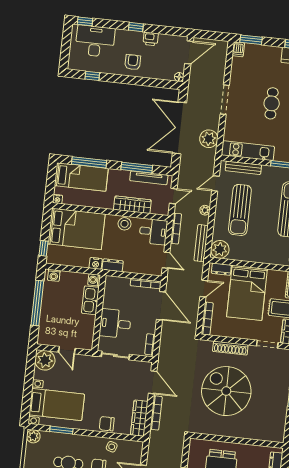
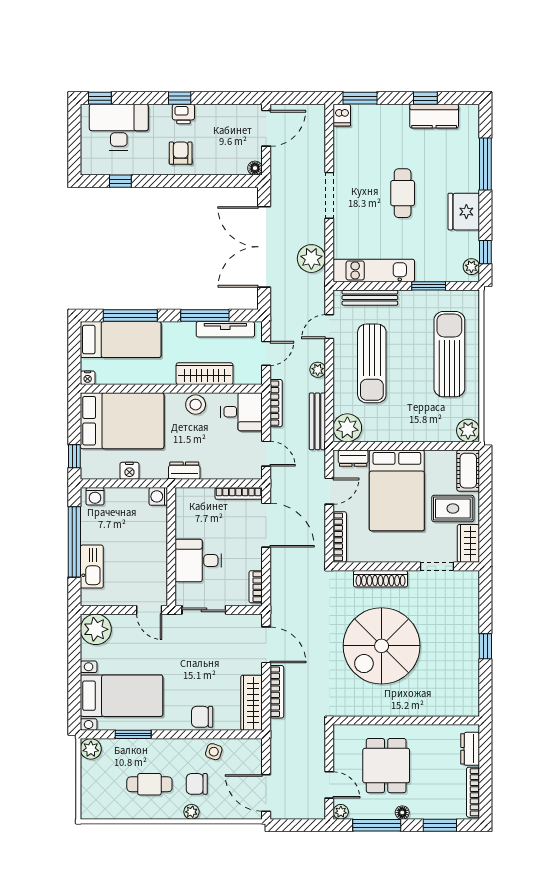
printer: (151, 39) -> (183, 114), moved
nightstand: (96, 263) -> (129, 471), moved
kitchen sink: (90, 300) -> (92, 567), moved, turned 180
door: (67, 350) -> (149, 610), moved
spiral stairs: (226, 391) -> (382, 646), turned -90

